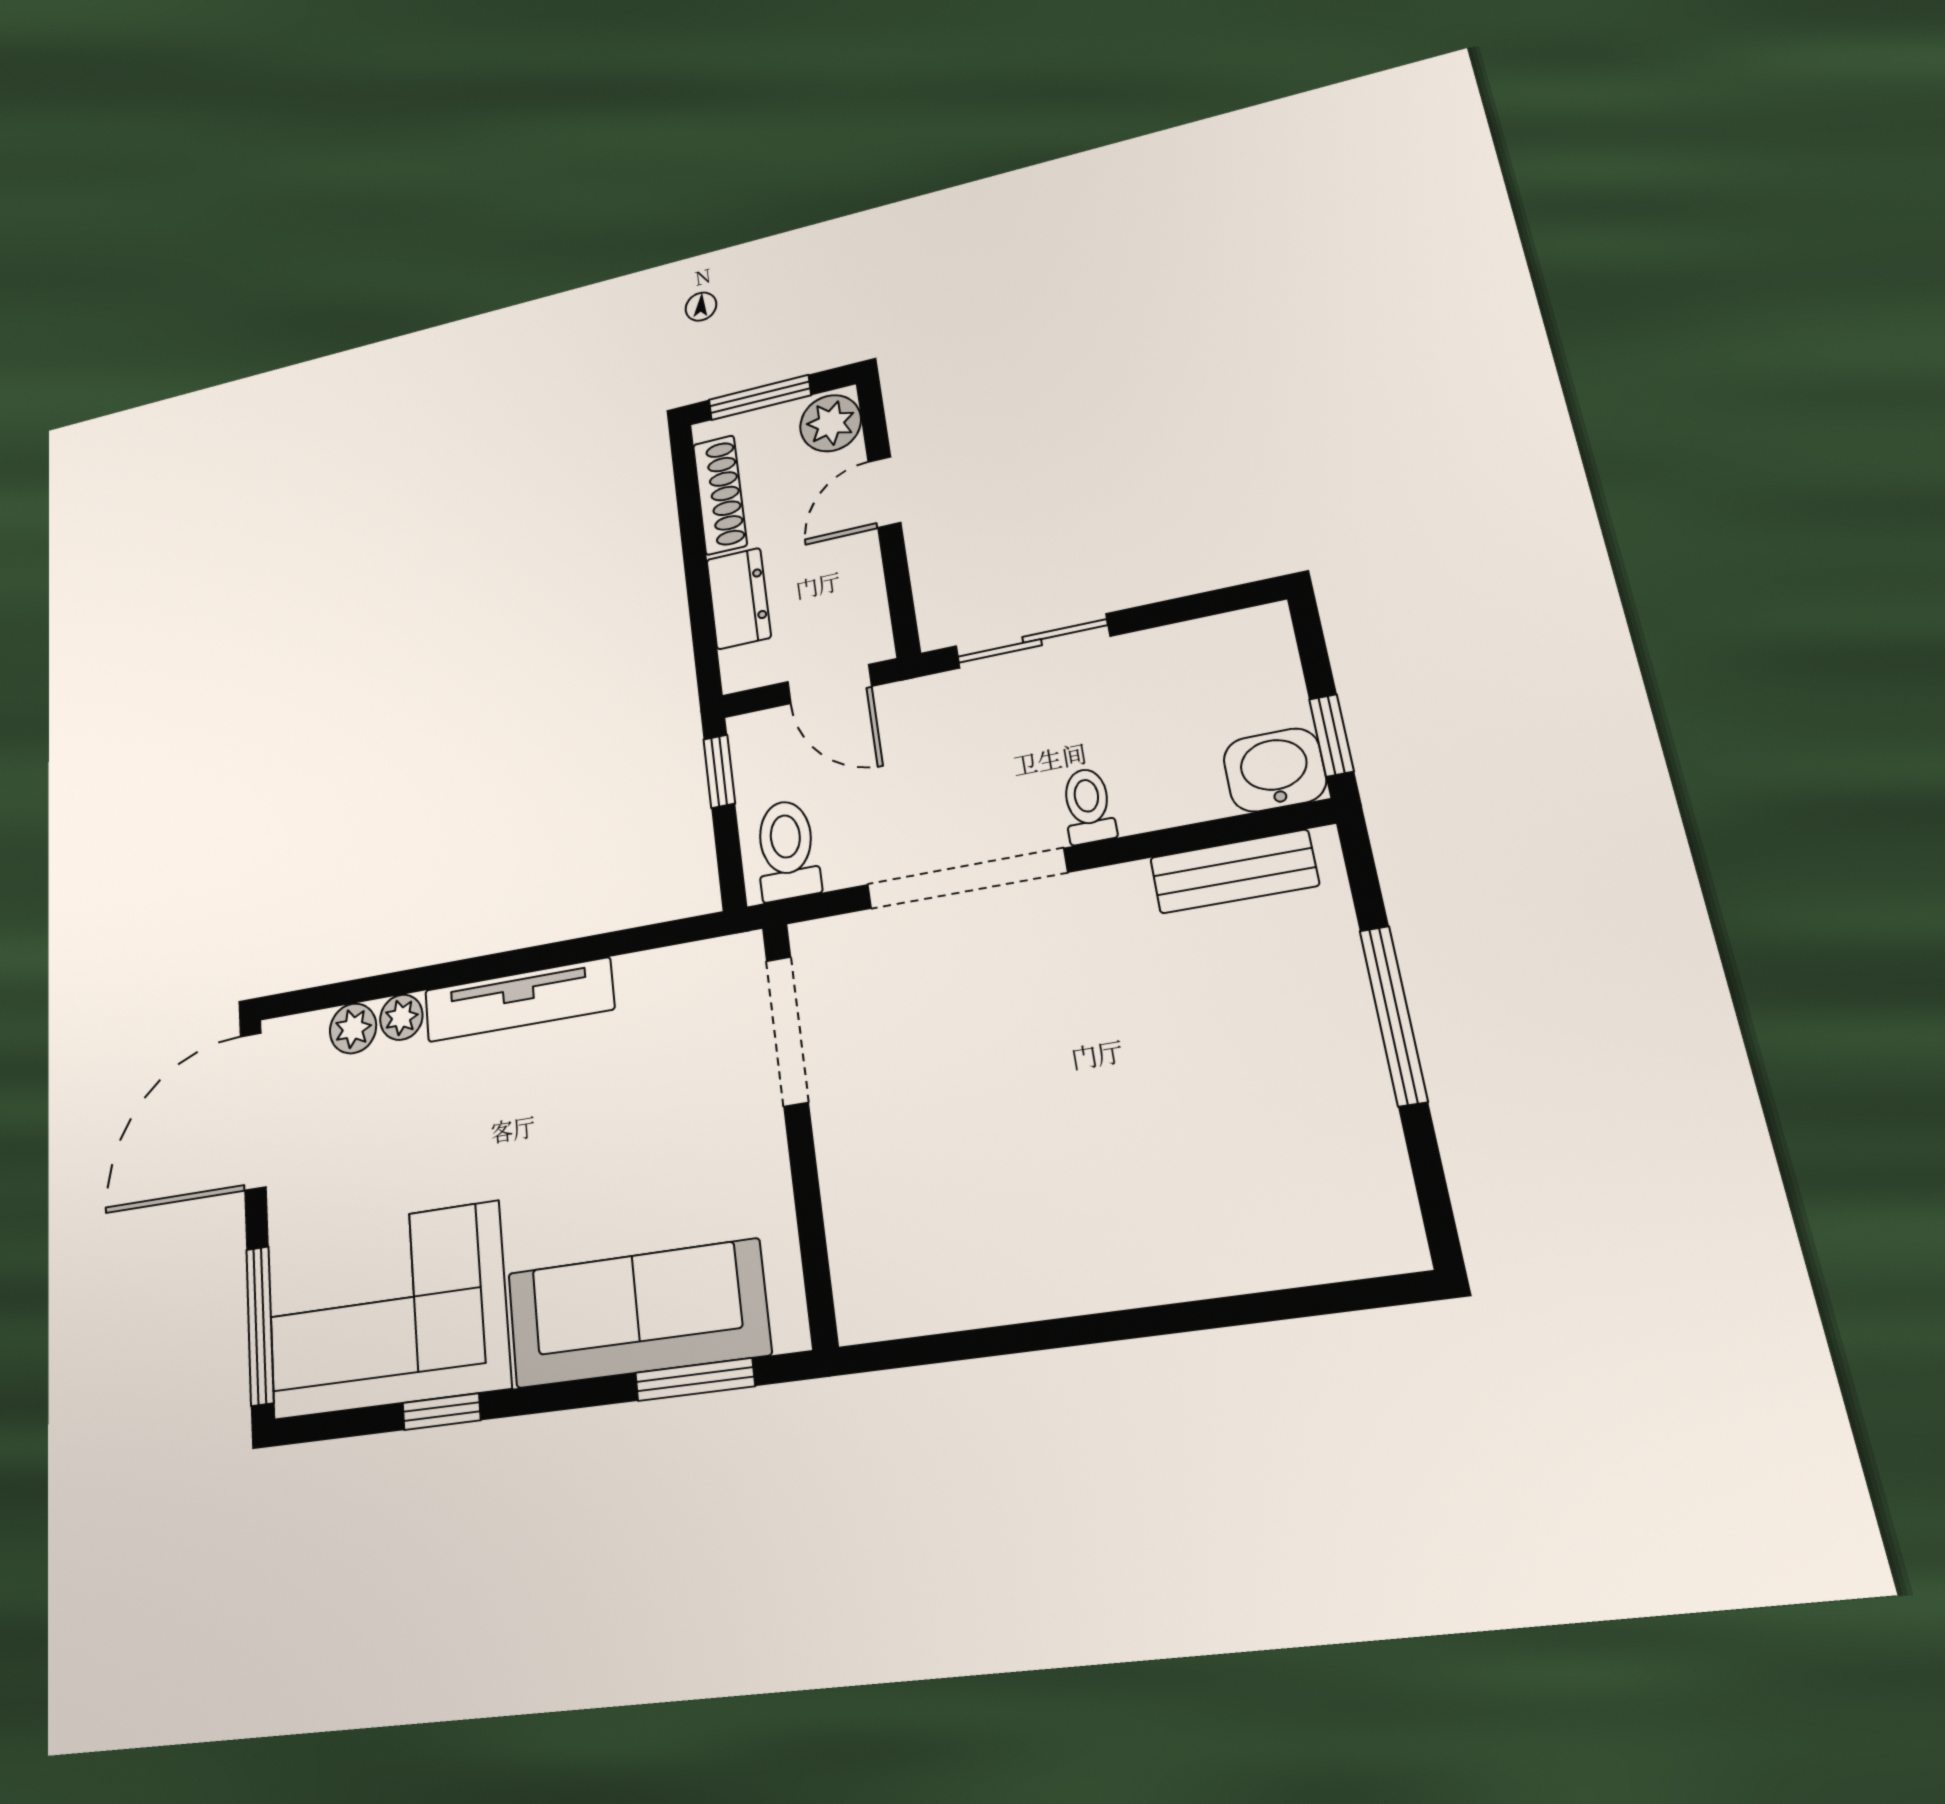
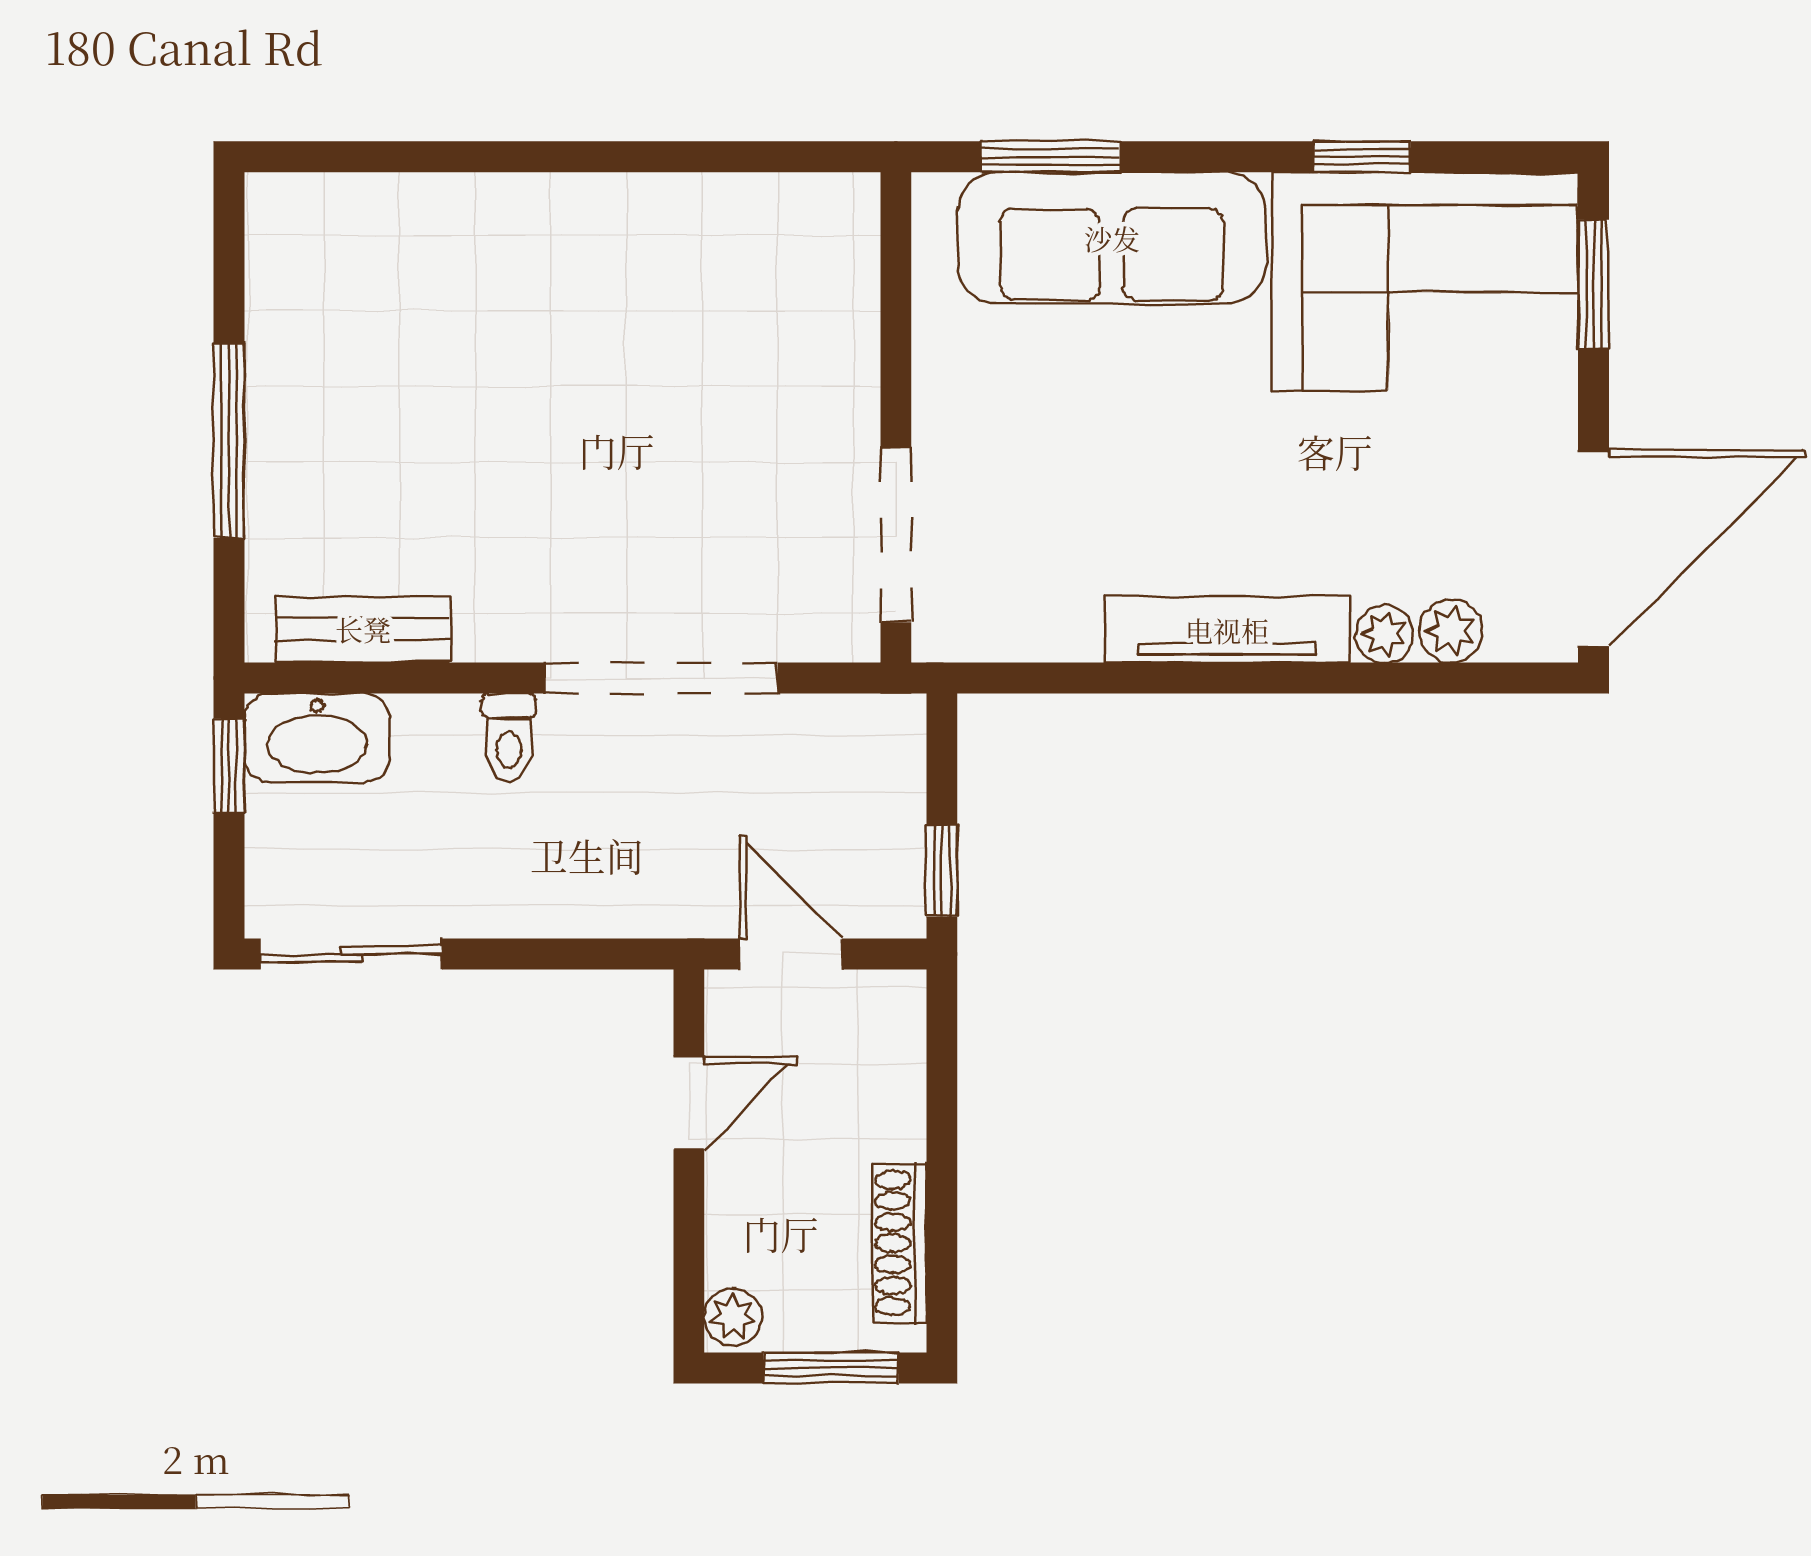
plant: (831, 423) -> (733, 1317), width x0.73, depth x0.73
door: (884, 492) -> (689, 1103), moved
dresser: (739, 598) -> (891, 1094), removed
sliding door: (1032, 641) -> (351, 954), moved
washbasin: (1275, 770) -> (317, 738), width x1.38
toilet: (787, 850) -> (869, 754), removed
window: (260, 1325) -> (1594, 284), width x0.69

